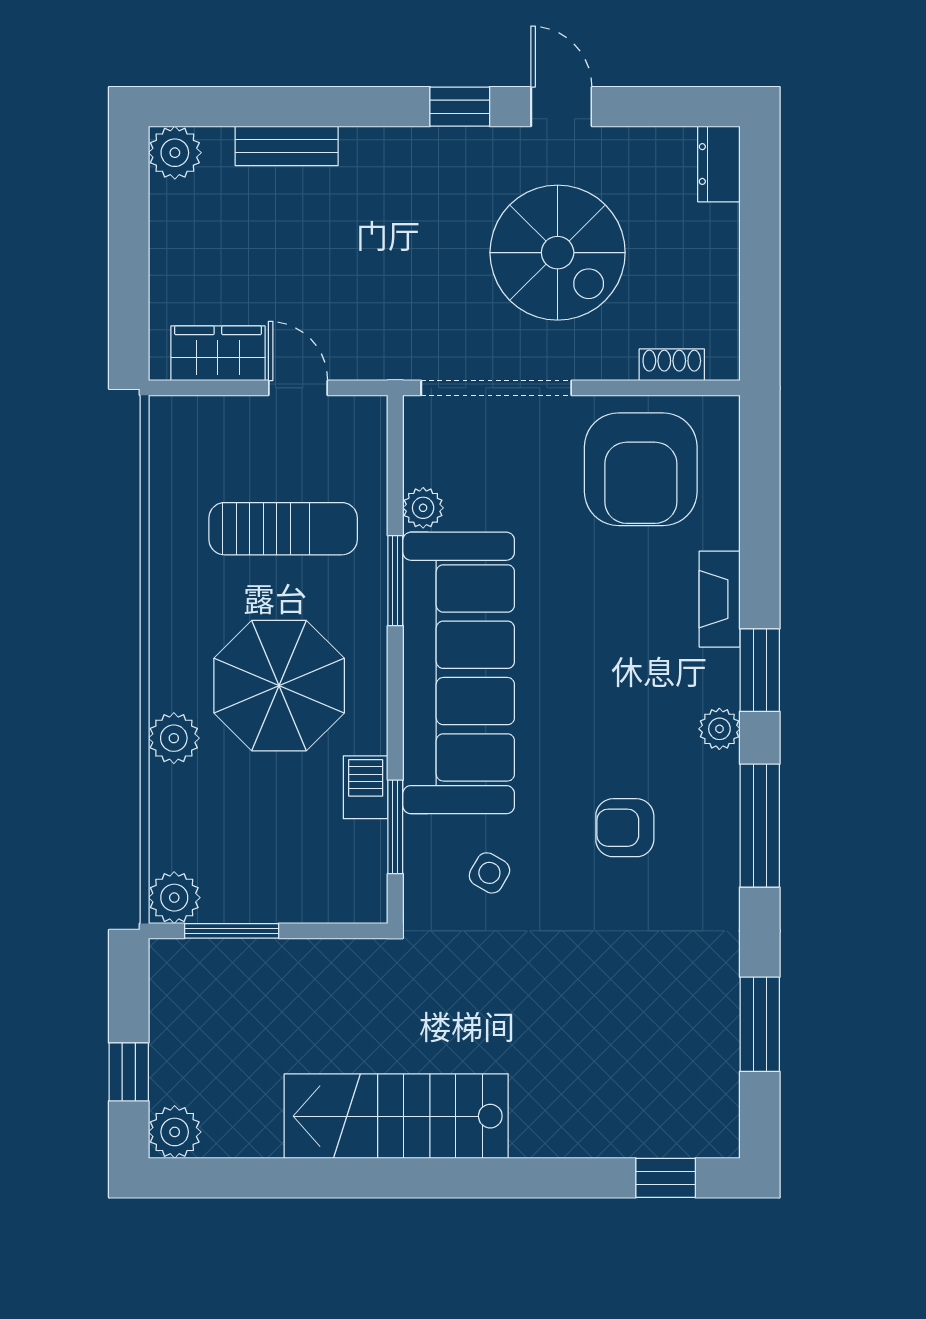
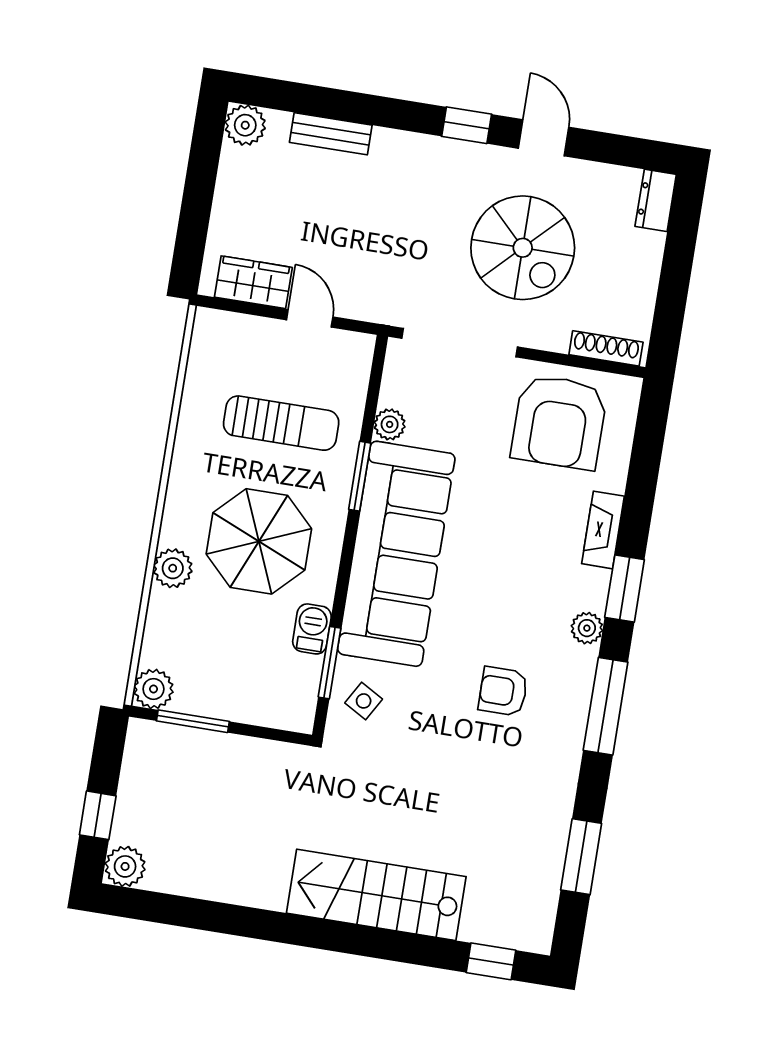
shoe rack: (672, 365) -> (606, 348), width x1.43
side table: (489, 873) -> (364, 701), moved
stairs: (396, 1116) -> (376, 895), moved

